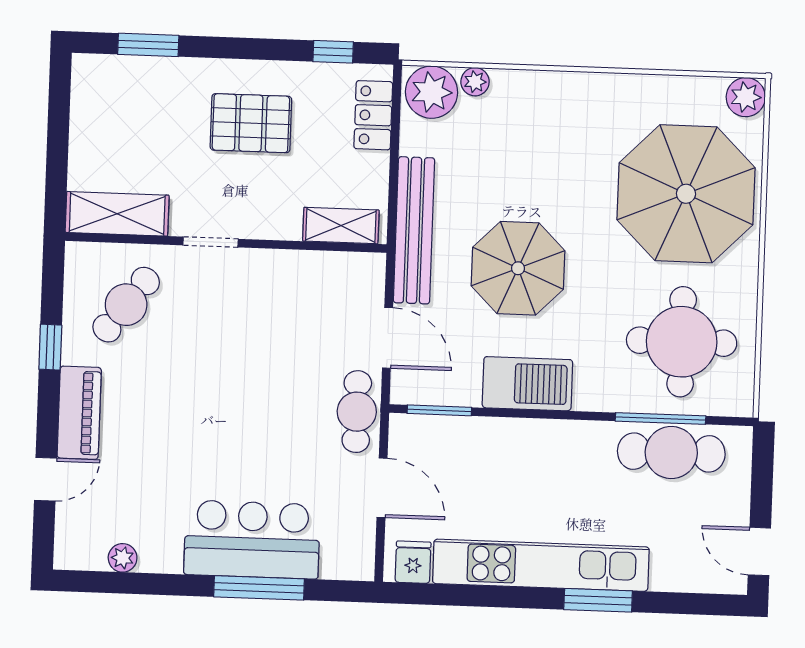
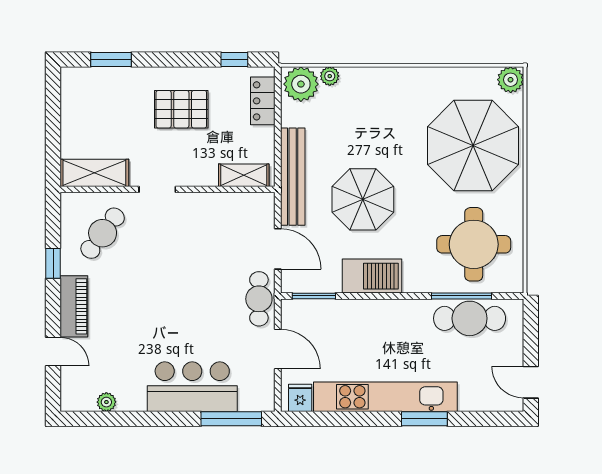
door: (45, 479) -> (53, 352), hinge flipped
window: (259, 588) -> (231, 419), moved

